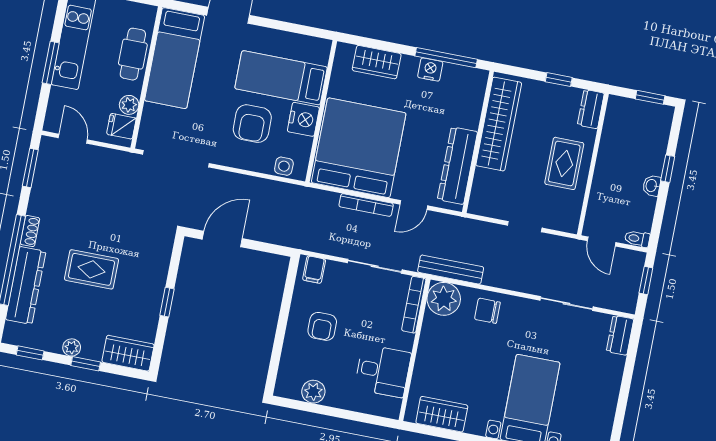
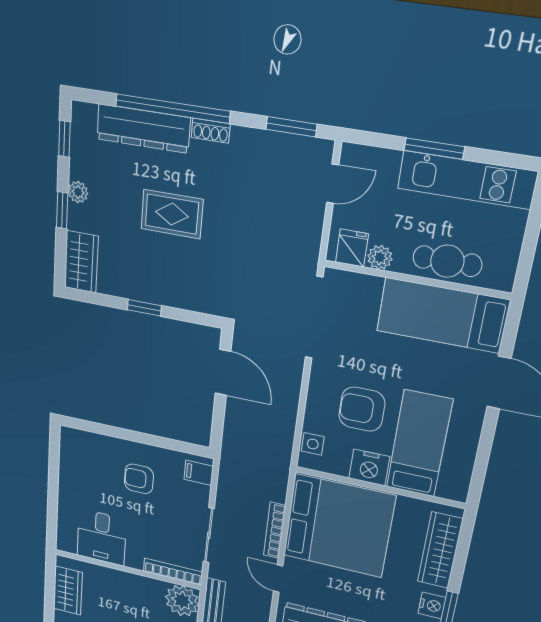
wardrobe: (377, 62) -> (440, 550), width x1.50
rug: (92, 269) -> (172, 214), turned 90
plant: (313, 392) -> (70, 467), removed

